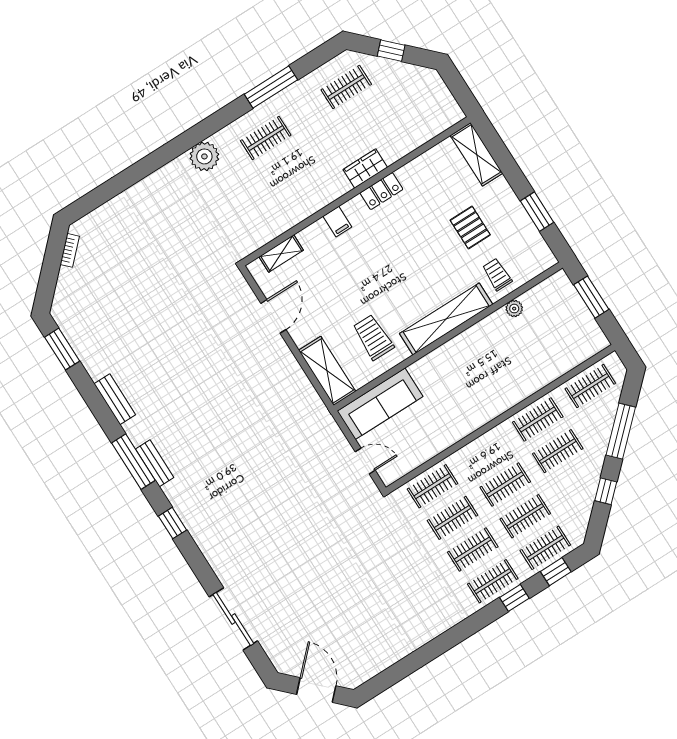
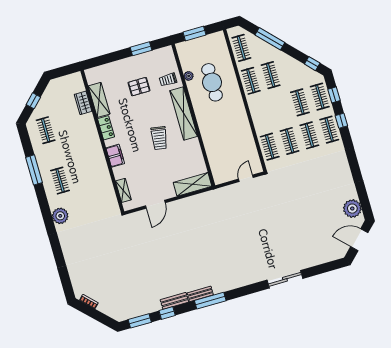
shelving: (477, 154) -> (99, 100), moved, turned 90
wardrobe: (365, 169) -> (83, 103), moved
filing cabinet: (337, 222) -> (115, 156), width x2.00
door: (273, 316) -> (155, 204), swing flipped
trolley: (373, 337) -> (159, 138), moved, turned -81
cafe table: (515, 353) -> (212, 82), added
sofa: (380, 404) -> (218, 162), removed
bench: (155, 463) -> (200, 294), moved
clothes rail: (505, 485) -> (280, 108), removed
window: (606, 491) -> (312, 64), moved
window: (172, 523) -> (167, 313), moved
sliding door: (233, 619) -> (285, 279), moved
plant: (367, 662) -> (352, 209), added

